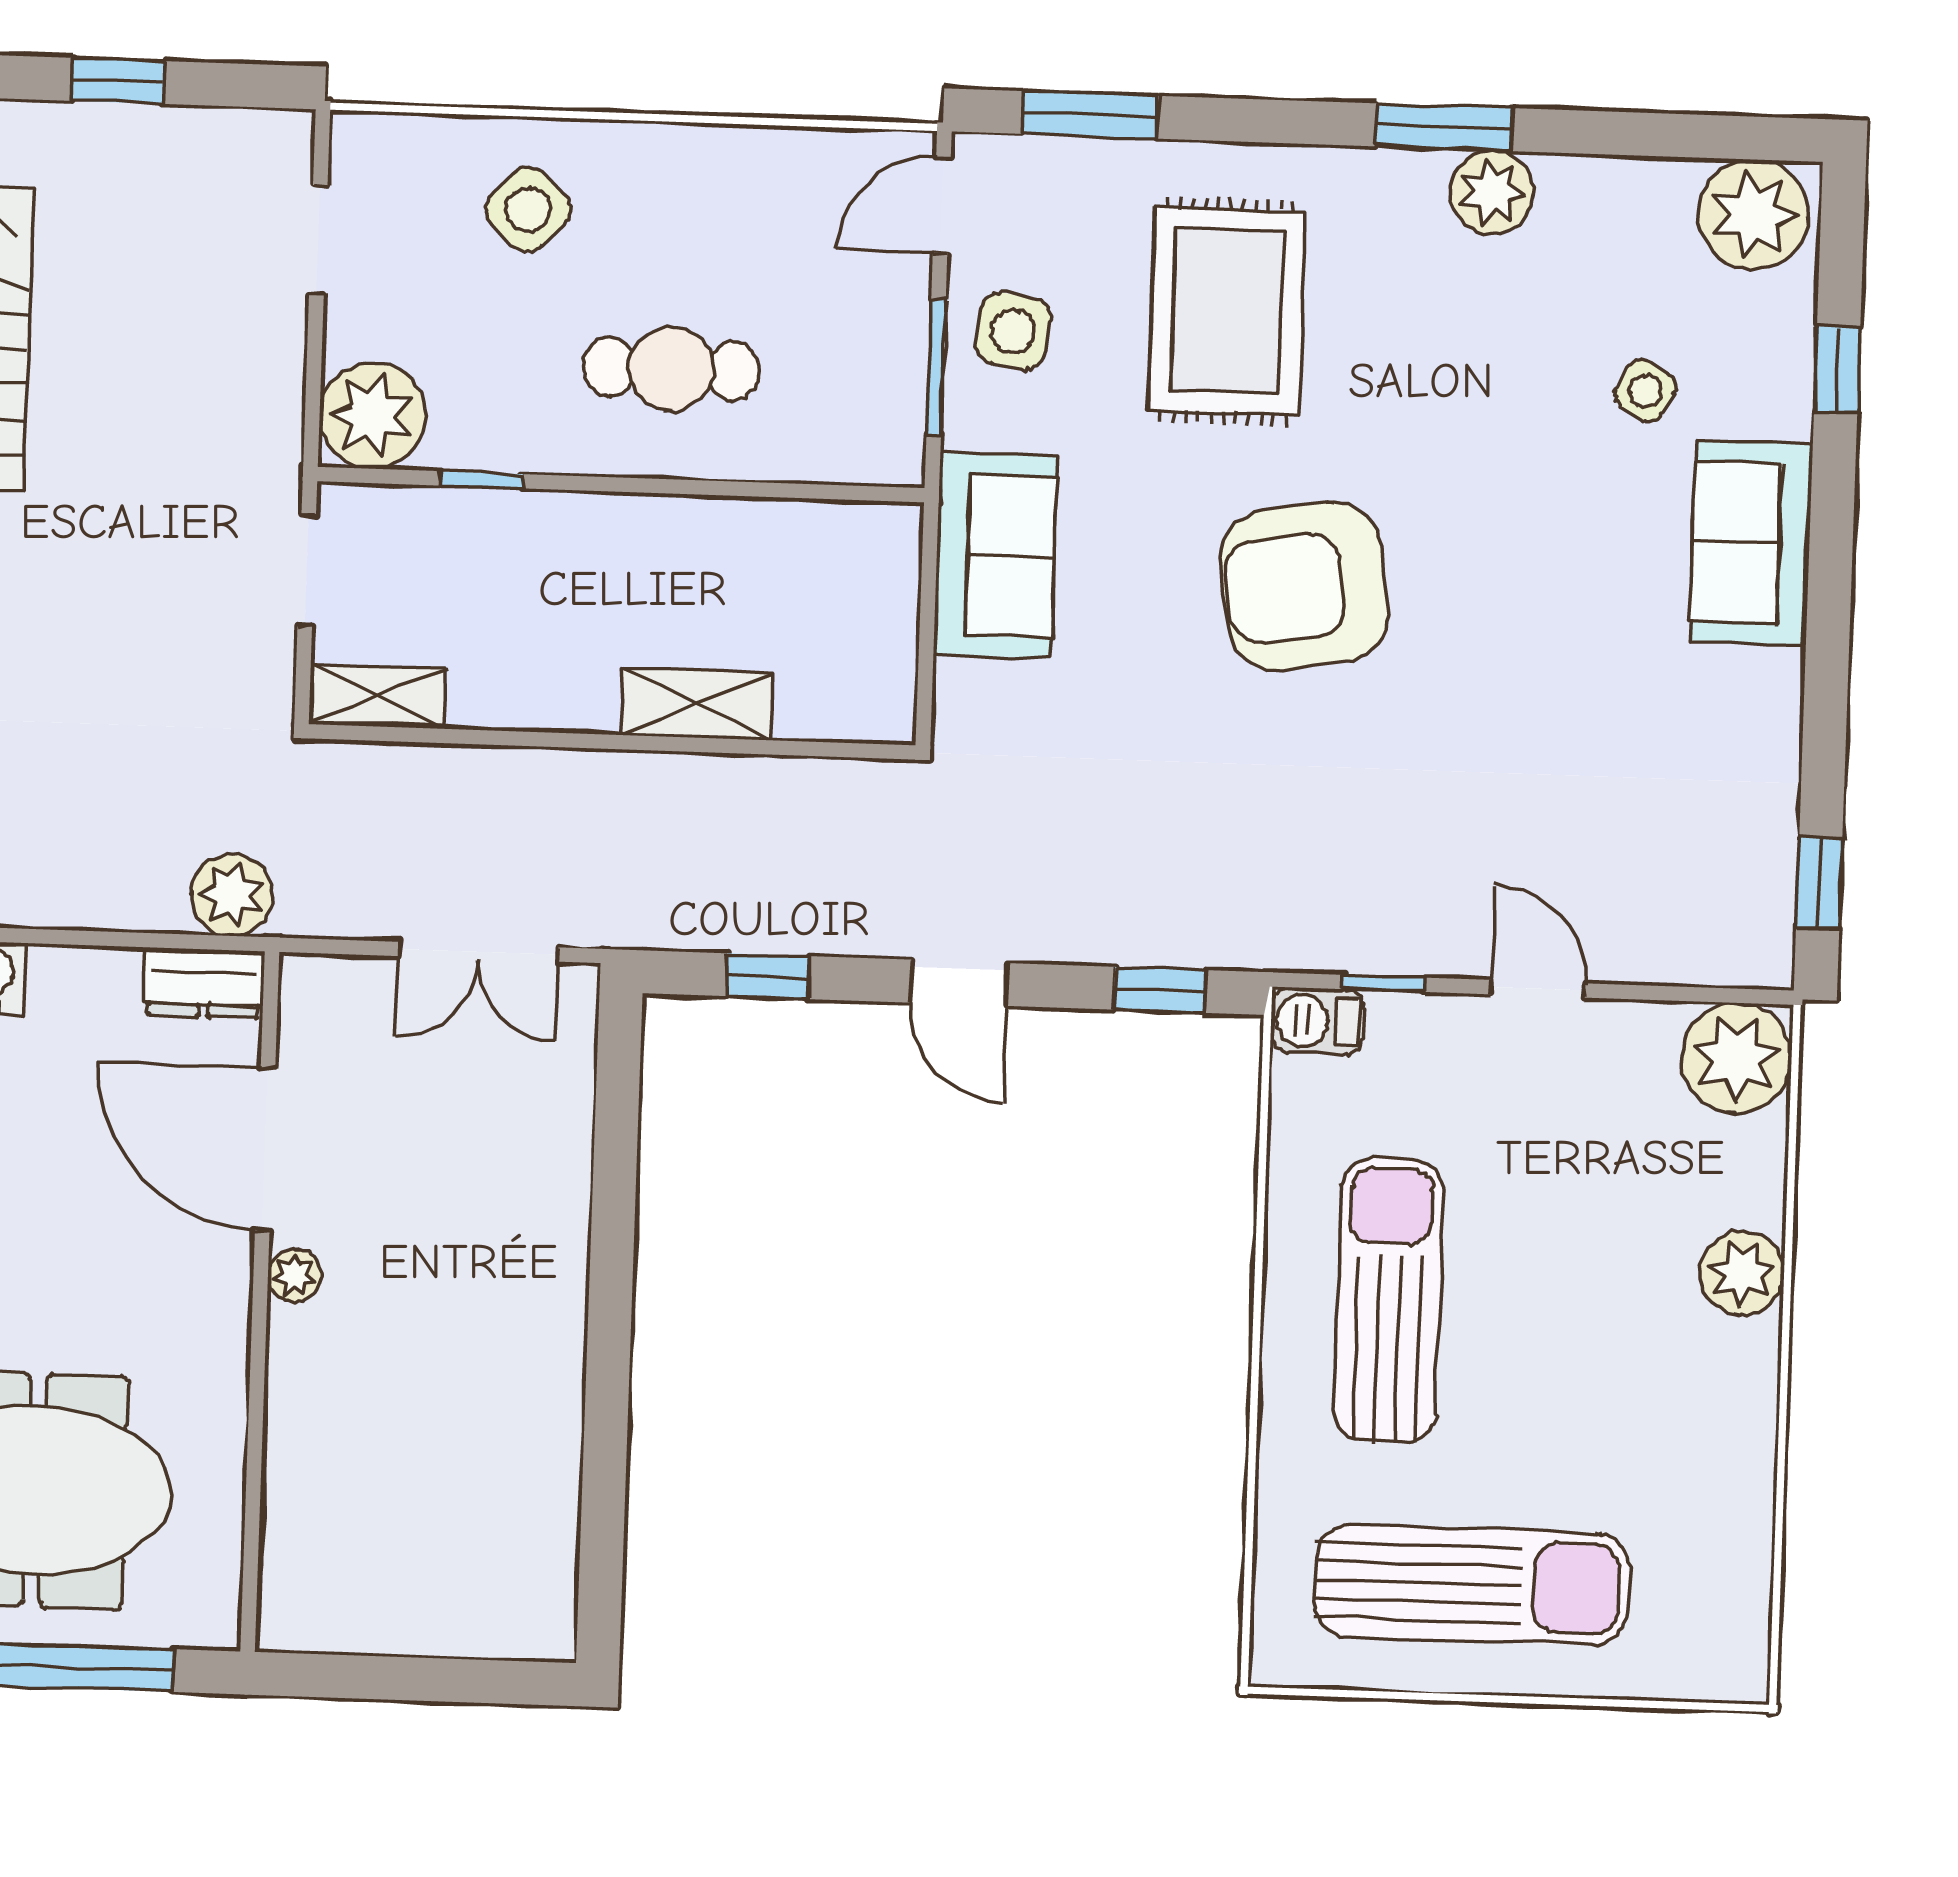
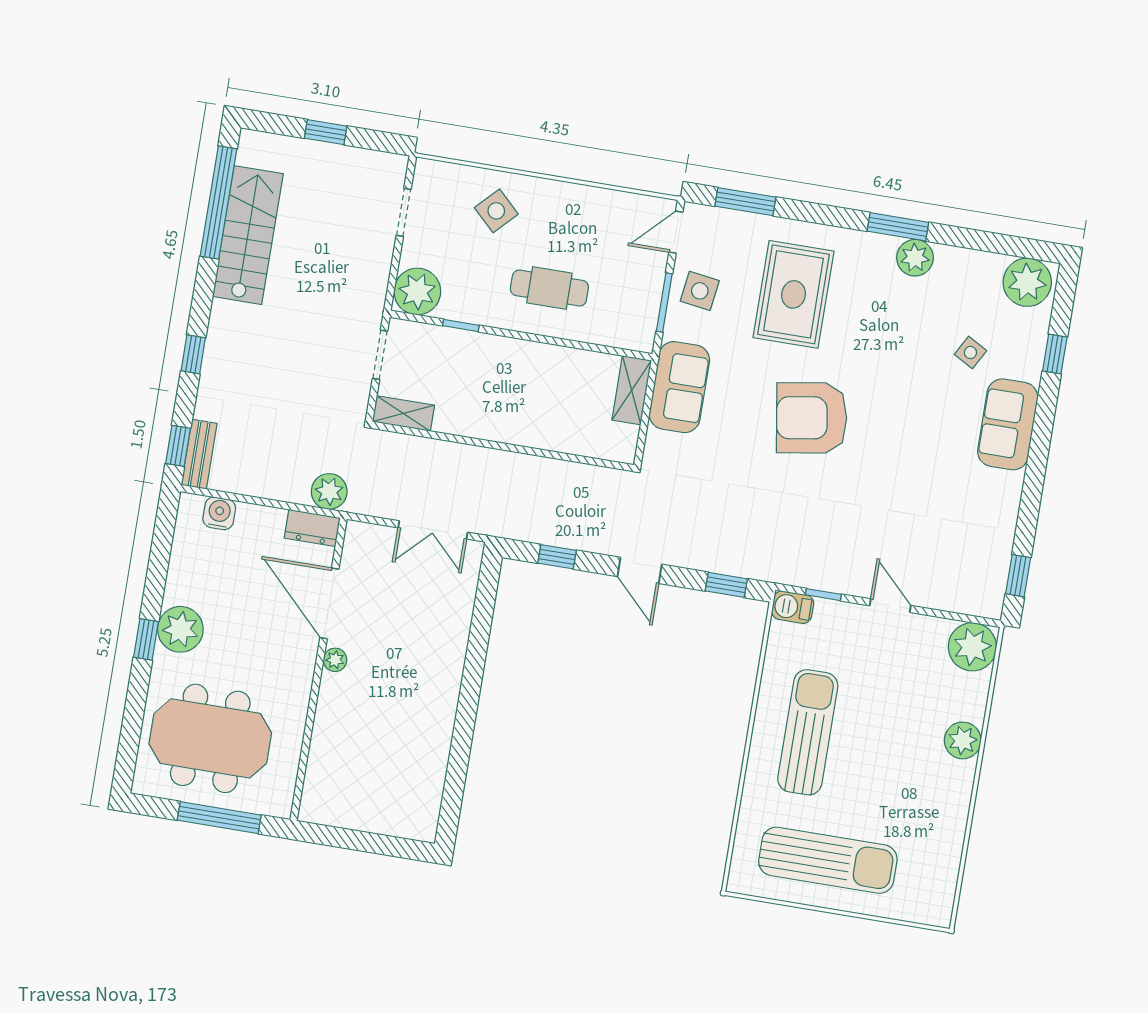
shelving: (697, 704) -> (632, 390), moved, turned 90

